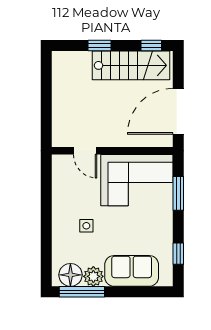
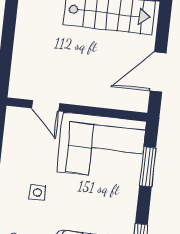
door: (178, 111) -> (158, 72), width x0.73

